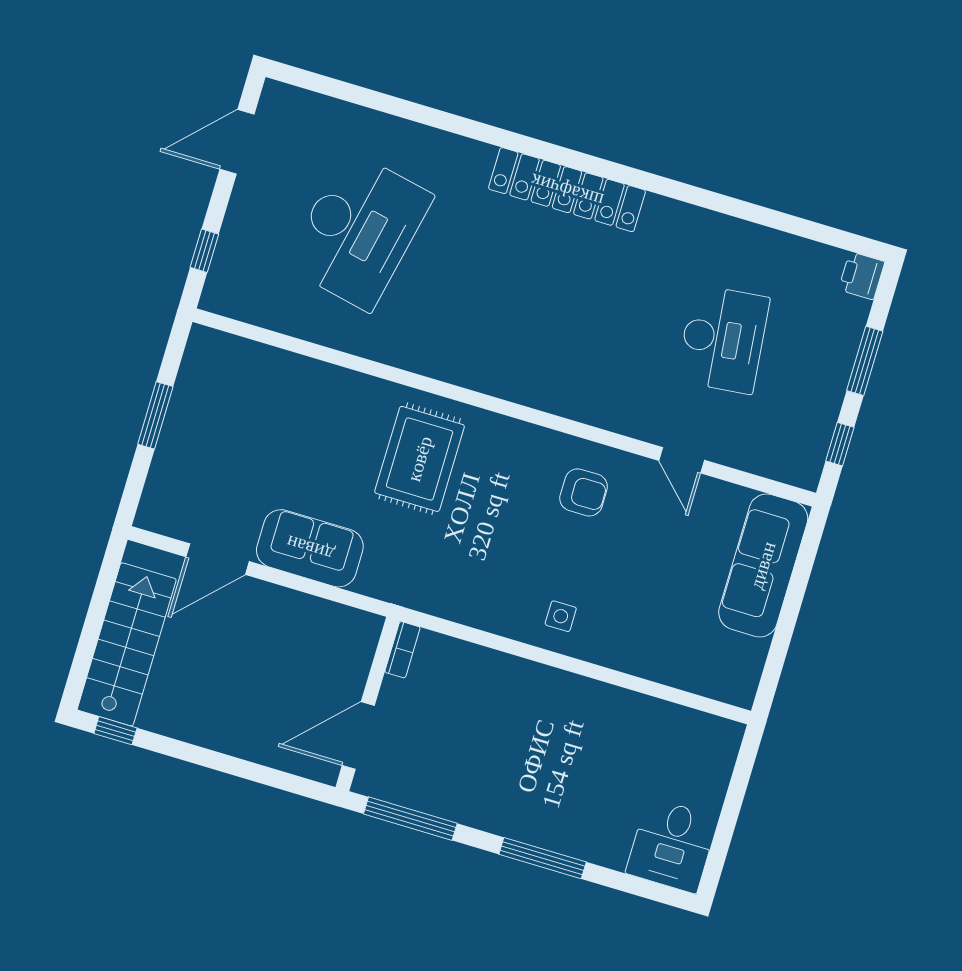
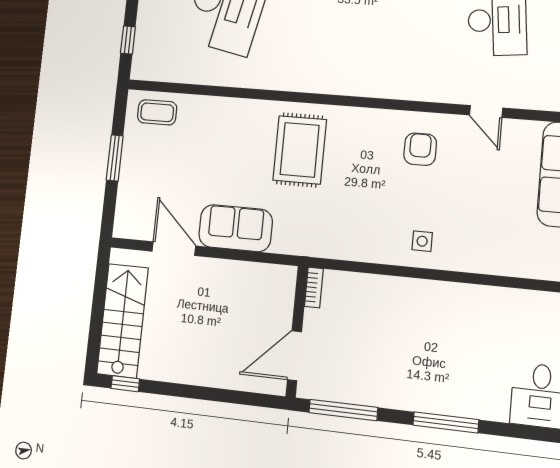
coffee table: (228, 364) -> (157, 112), added
armchair: (584, 492) -> (420, 149), turned -90
door: (218, 559) -> (174, 249), swing flipped

